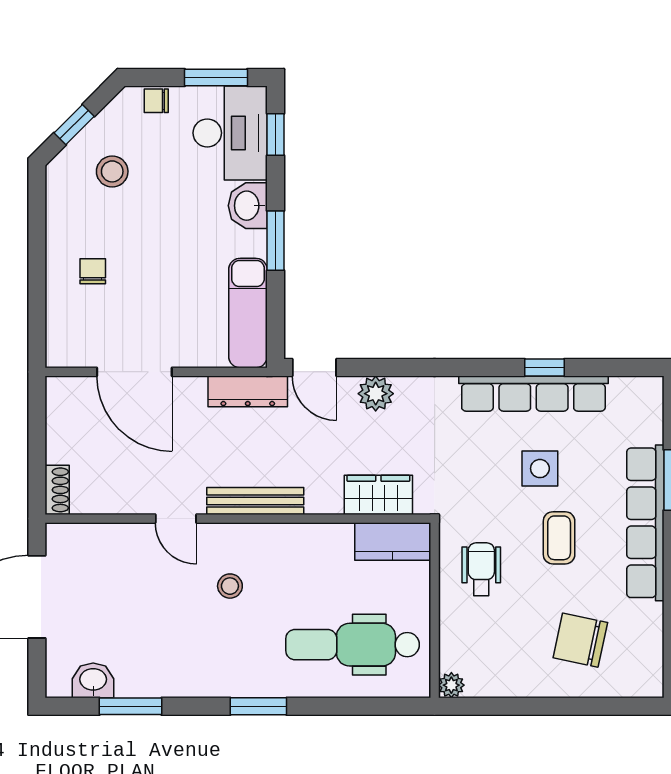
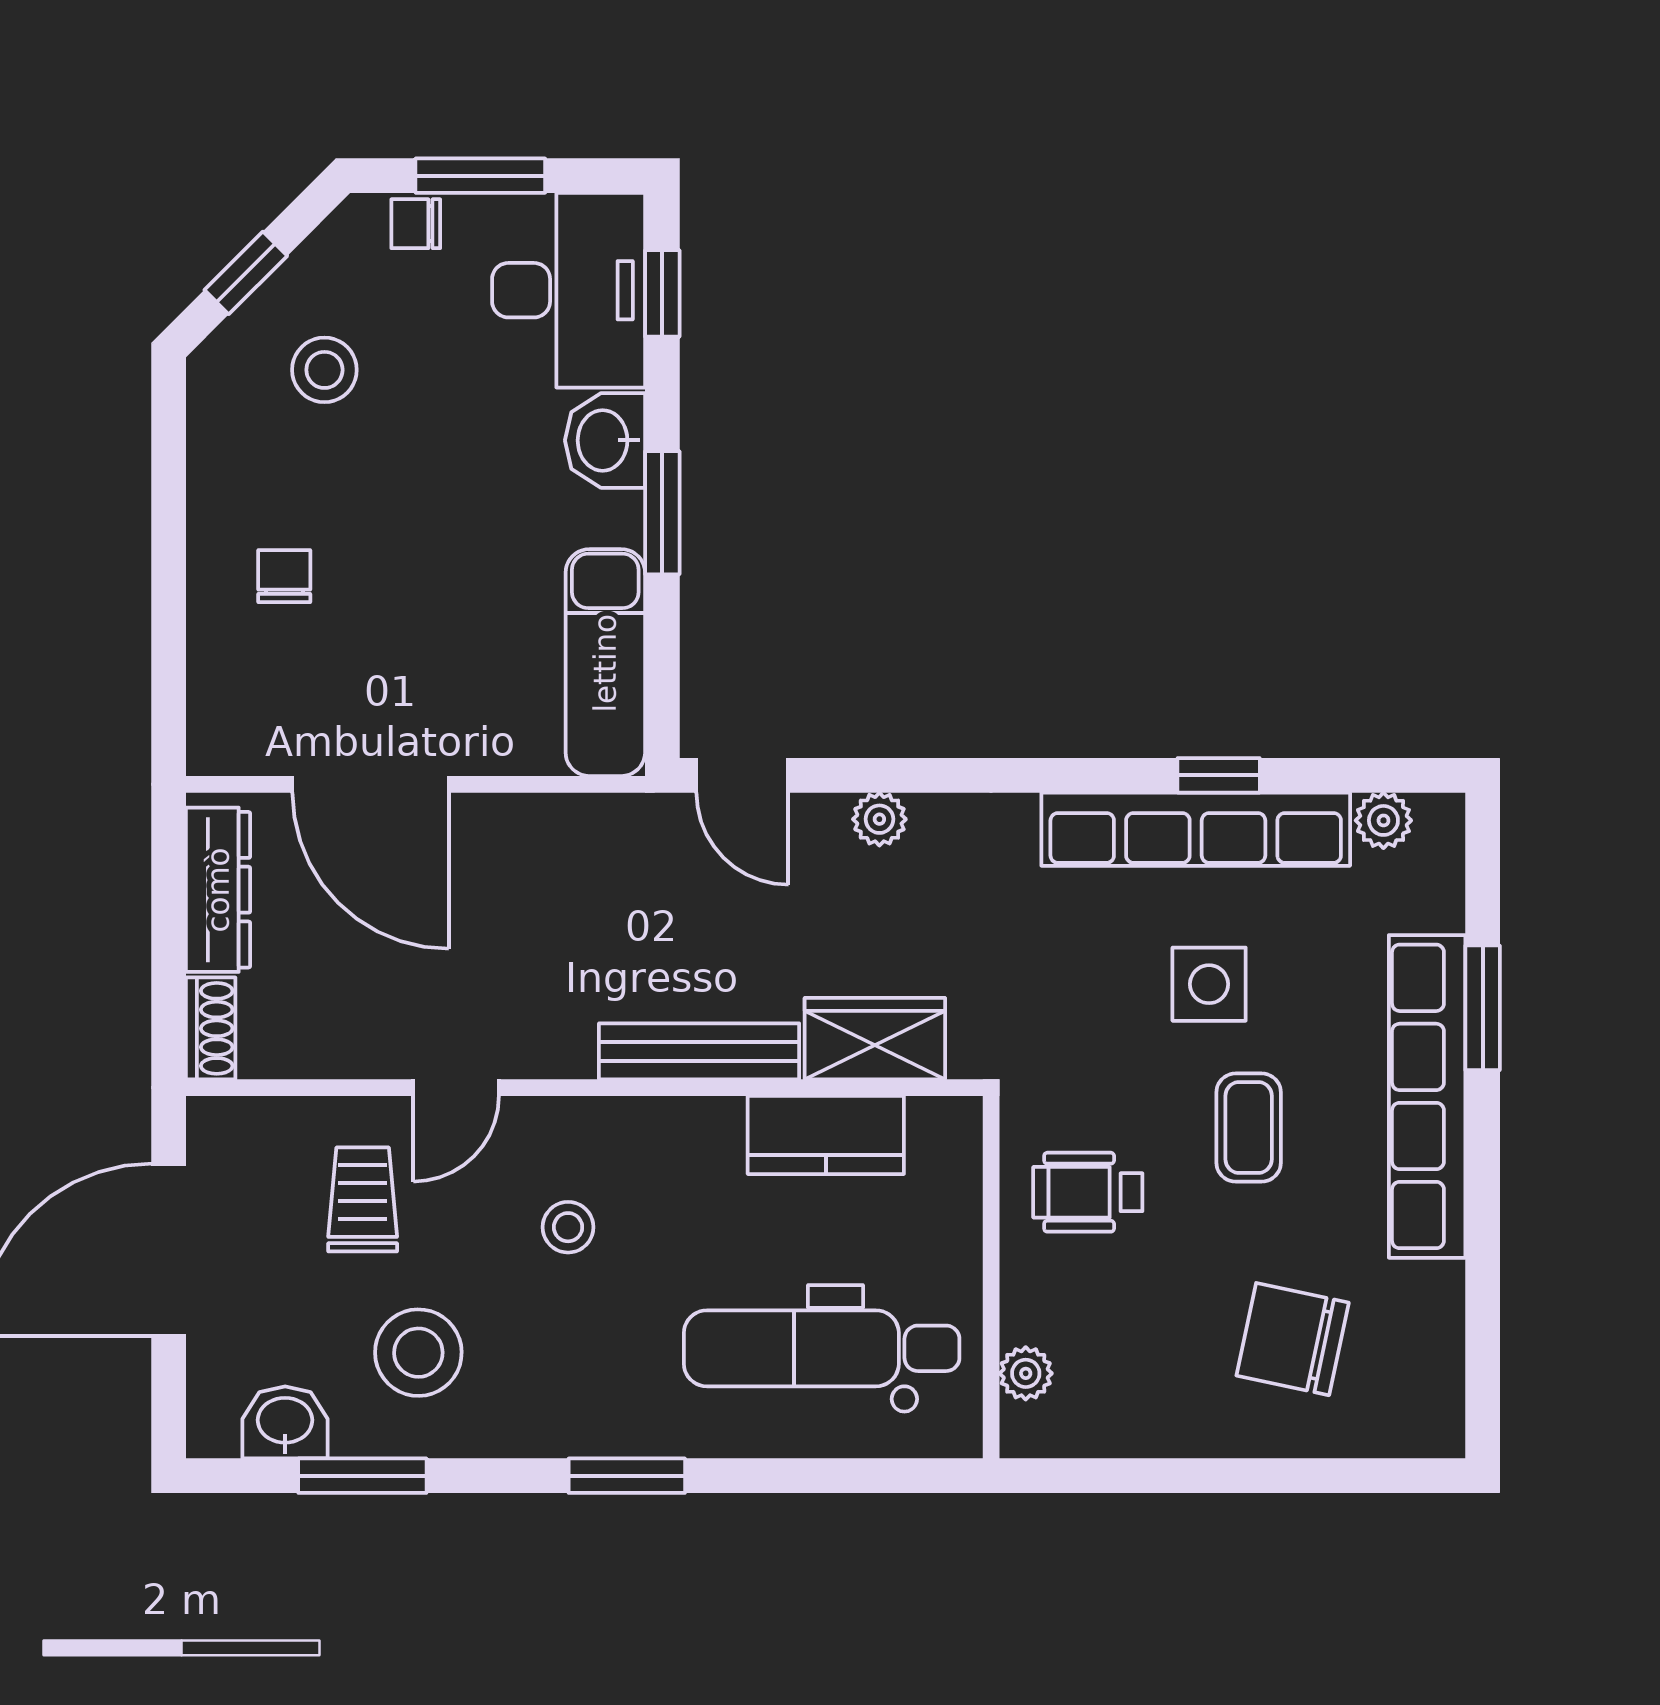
window: (216, 78) -> (480, 176), moved
plant: (624, 389) -> (1383, 820), added
dresser: (248, 391) -> (218, 890), moved, turned -90
plant: (376, 394) -> (879, 819), width x0.73, depth x0.73
bench: (255, 501) -> (699, 1051), moved
door: (176, 519) -> (456, 1088), hinge flipped
kitchen counter: (393, 541) -> (826, 1135), moved
wheelchair: (481, 569) -> (1088, 1192), turned -90
trolley: (131, 573) -> (363, 1199), added
stool: (158, 647) -> (418, 1353), added
plant: (451, 685) -> (1026, 1373), moved

